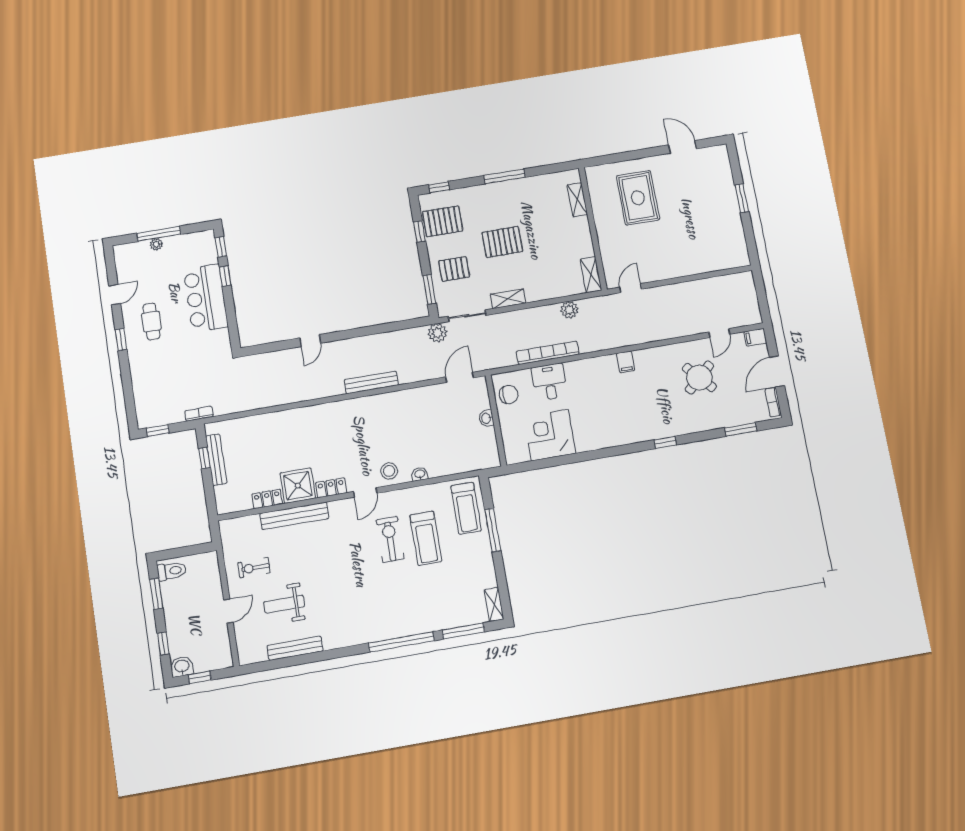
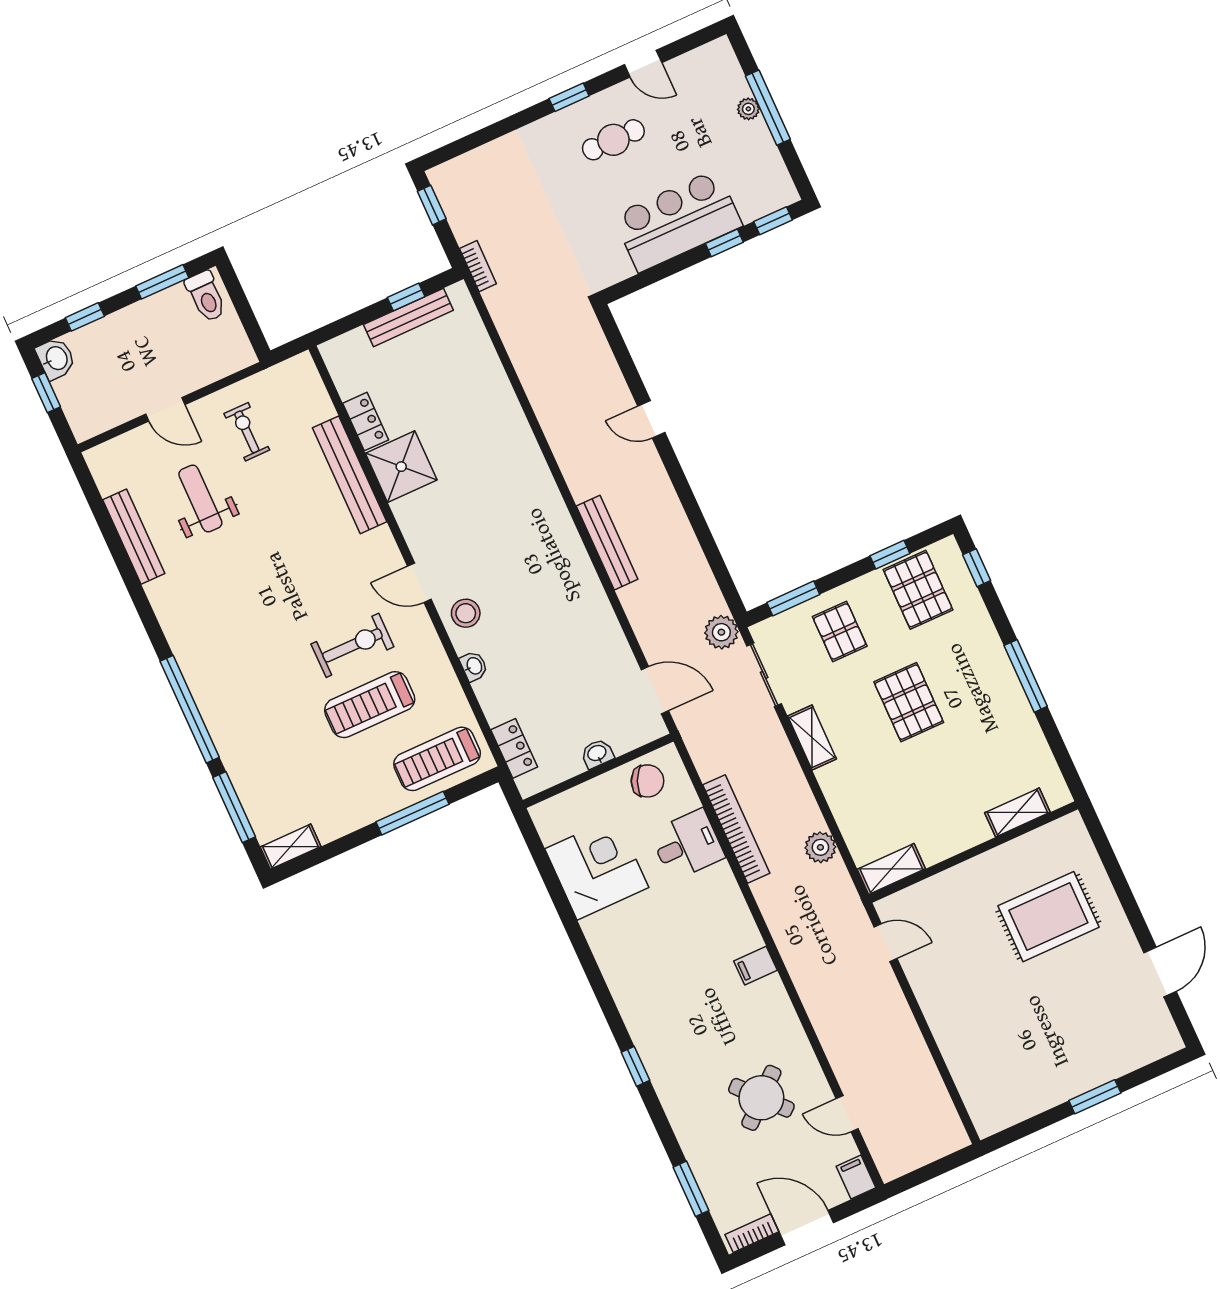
chair: (509, 395) -> (647, 781), turned -66
locker: (331, 488) -> (514, 748), moved

